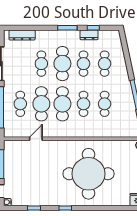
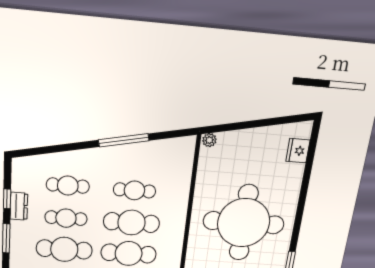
cafe table: (83, 104) -> (131, 223), width x1.37, depth x1.35

